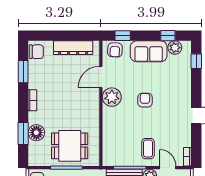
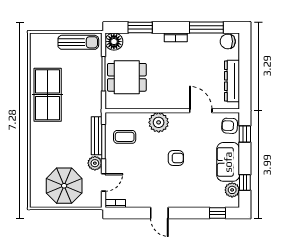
chair: (36, 52) -> (228, 41), turned 90
window: (23, 72) -> (206, 27), width x1.44
plant: (112, 97) -> (159, 122), moved
floor lamp: (36, 133) -> (114, 42), moved
dining table: (70, 146) -> (127, 77), turned 90
coffee table: (148, 149) -> (125, 137), moved

